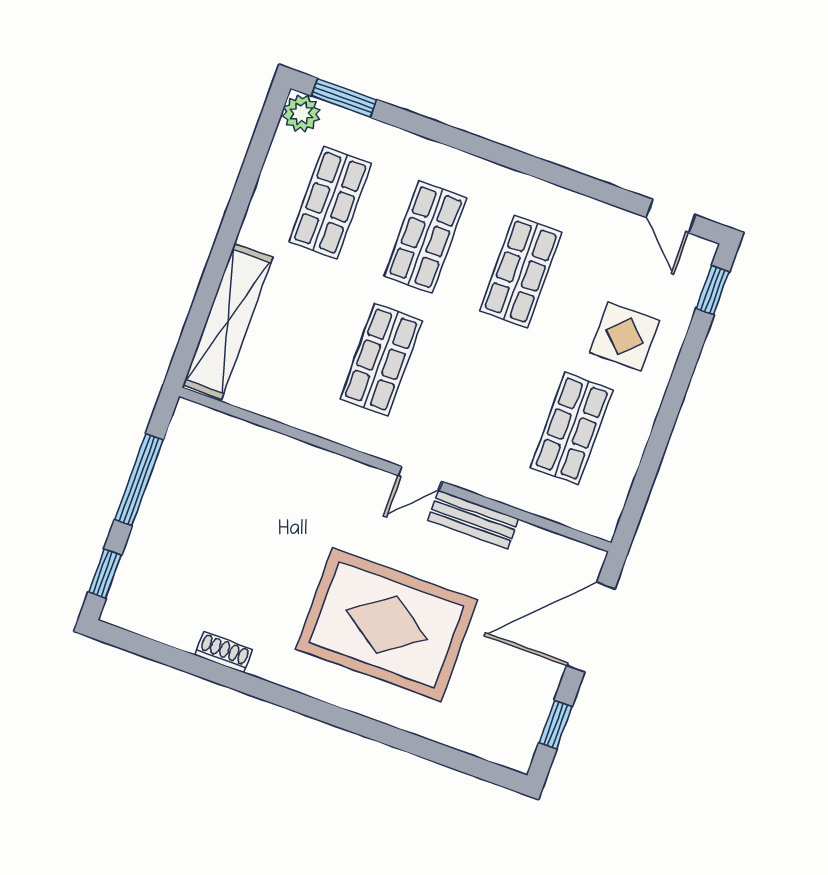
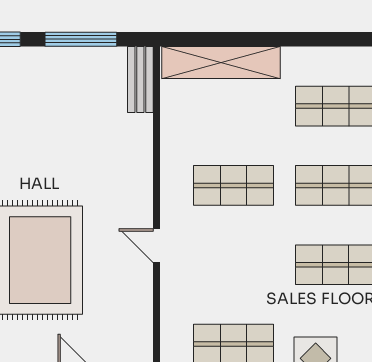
bench: (473, 520) -> (140, 79), moved

